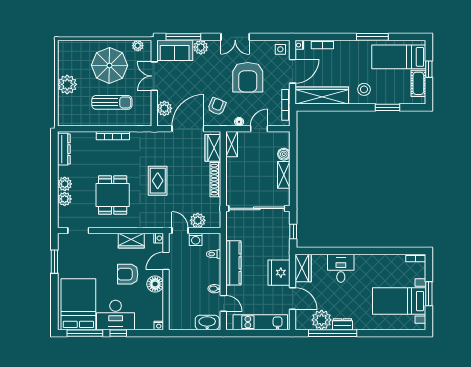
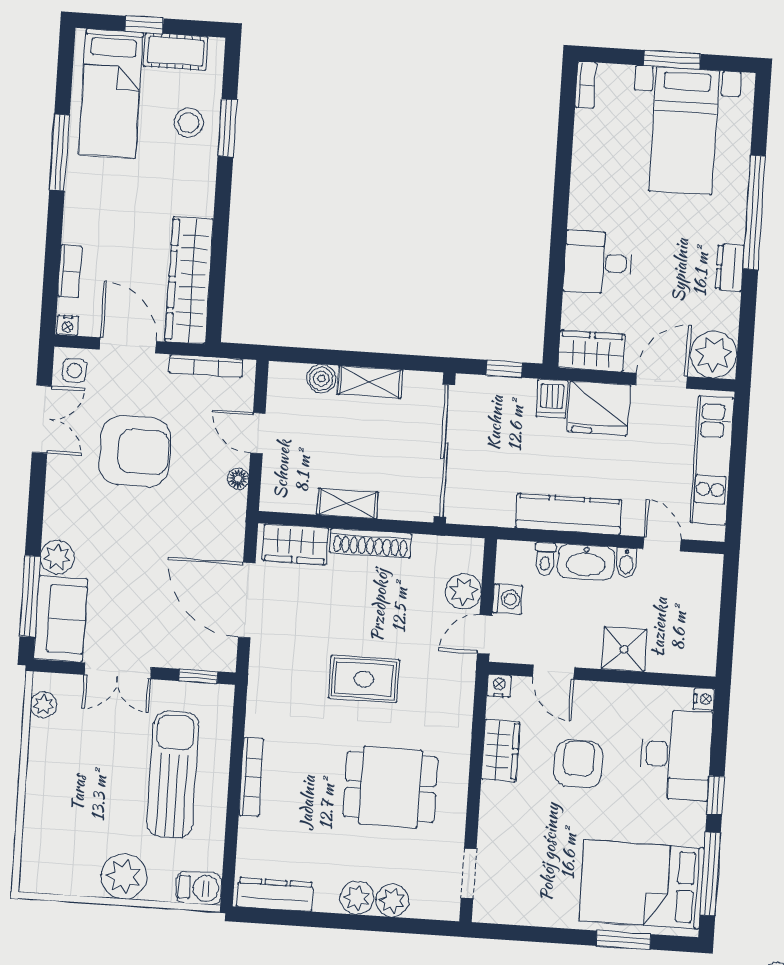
double door: (235, 37) -> (42, 419), moved
parasol: (109, 65) -> (86, 774), removed
stool: (364, 89) -> (189, 123), moved
sun lounger: (112, 102) -> (173, 774), width x1.36, depth x1.34
armchair: (217, 106) -> (199, 528), removed
plant: (164, 108) -> (195, 652), removed
window: (154, 110) -> (198, 676), added
barbecue: (64, 117) -> (199, 888), added
shelving: (232, 144) -> (348, 503), moved
dishwasher: (282, 252) -> (552, 399), added
window: (54, 262) -> (623, 940), moved
armchair: (128, 274) -> (579, 764), turned 180
floor lamp: (155, 284) -> (606, 701), removed
shower: (178, 290) -> (624, 649), added
door: (223, 303) -> (662, 544), hinge flipped
desk: (116, 315) -> (676, 755), moved
plant: (322, 320) -> (714, 355), moved
washbasin: (207, 322) -> (586, 562), moved, turned -90
window: (333, 333) -> (754, 212), moved

